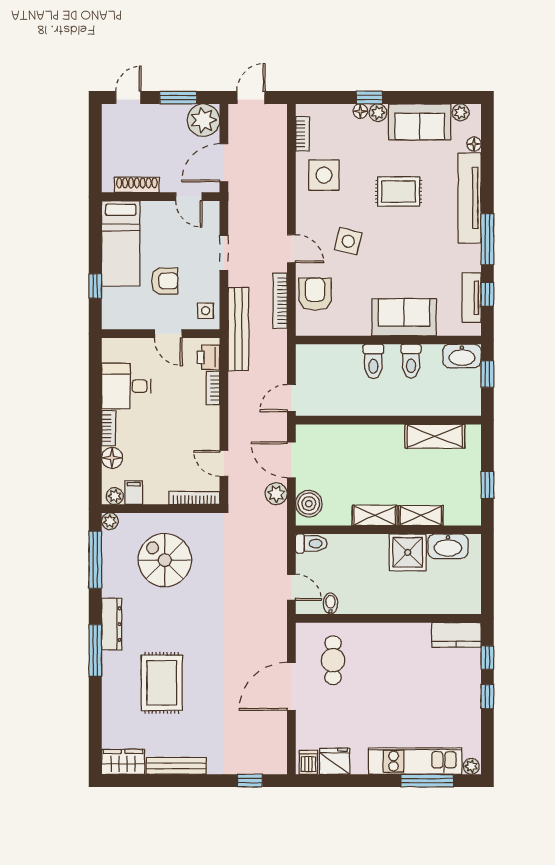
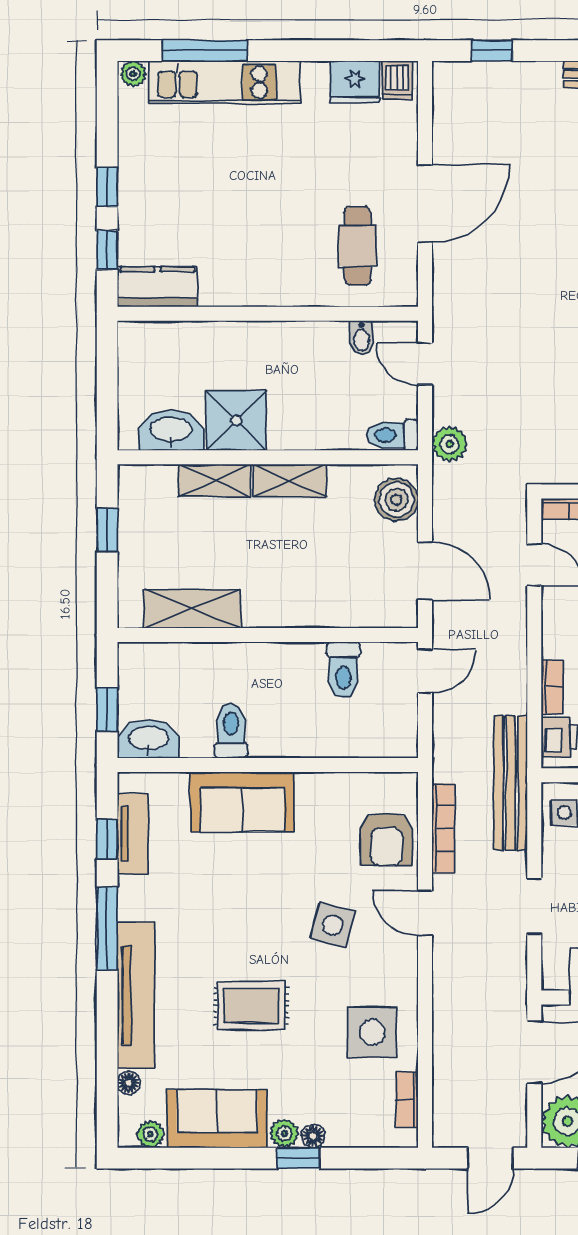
toilet: (373, 361) -> (343, 670), moved, turned 180
plant: (276, 494) -> (450, 444), moved

